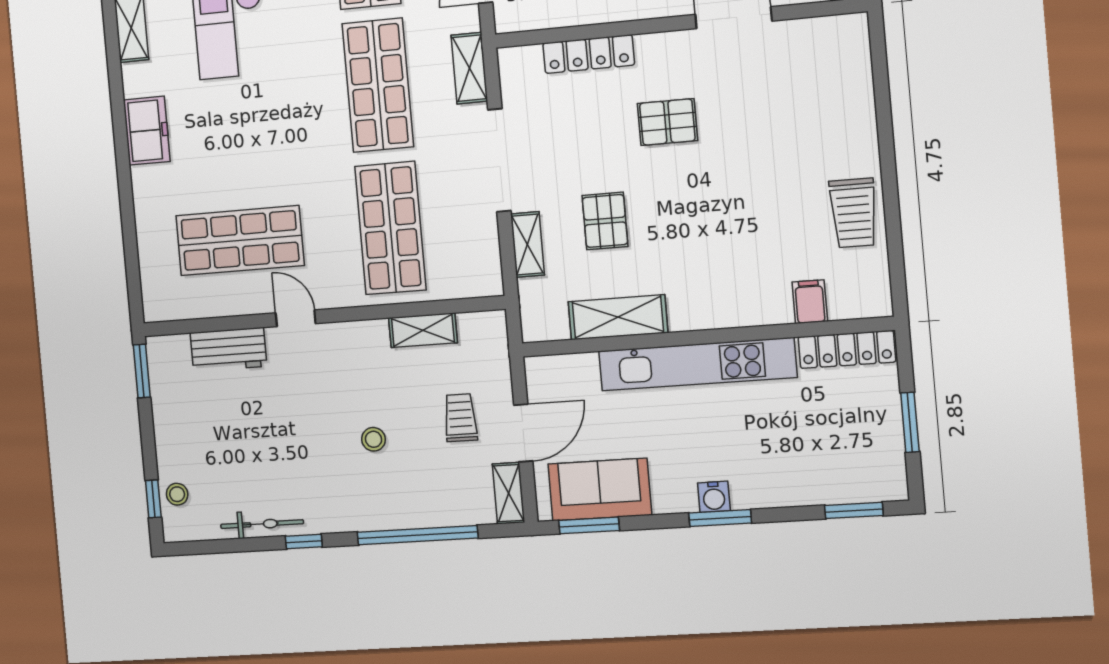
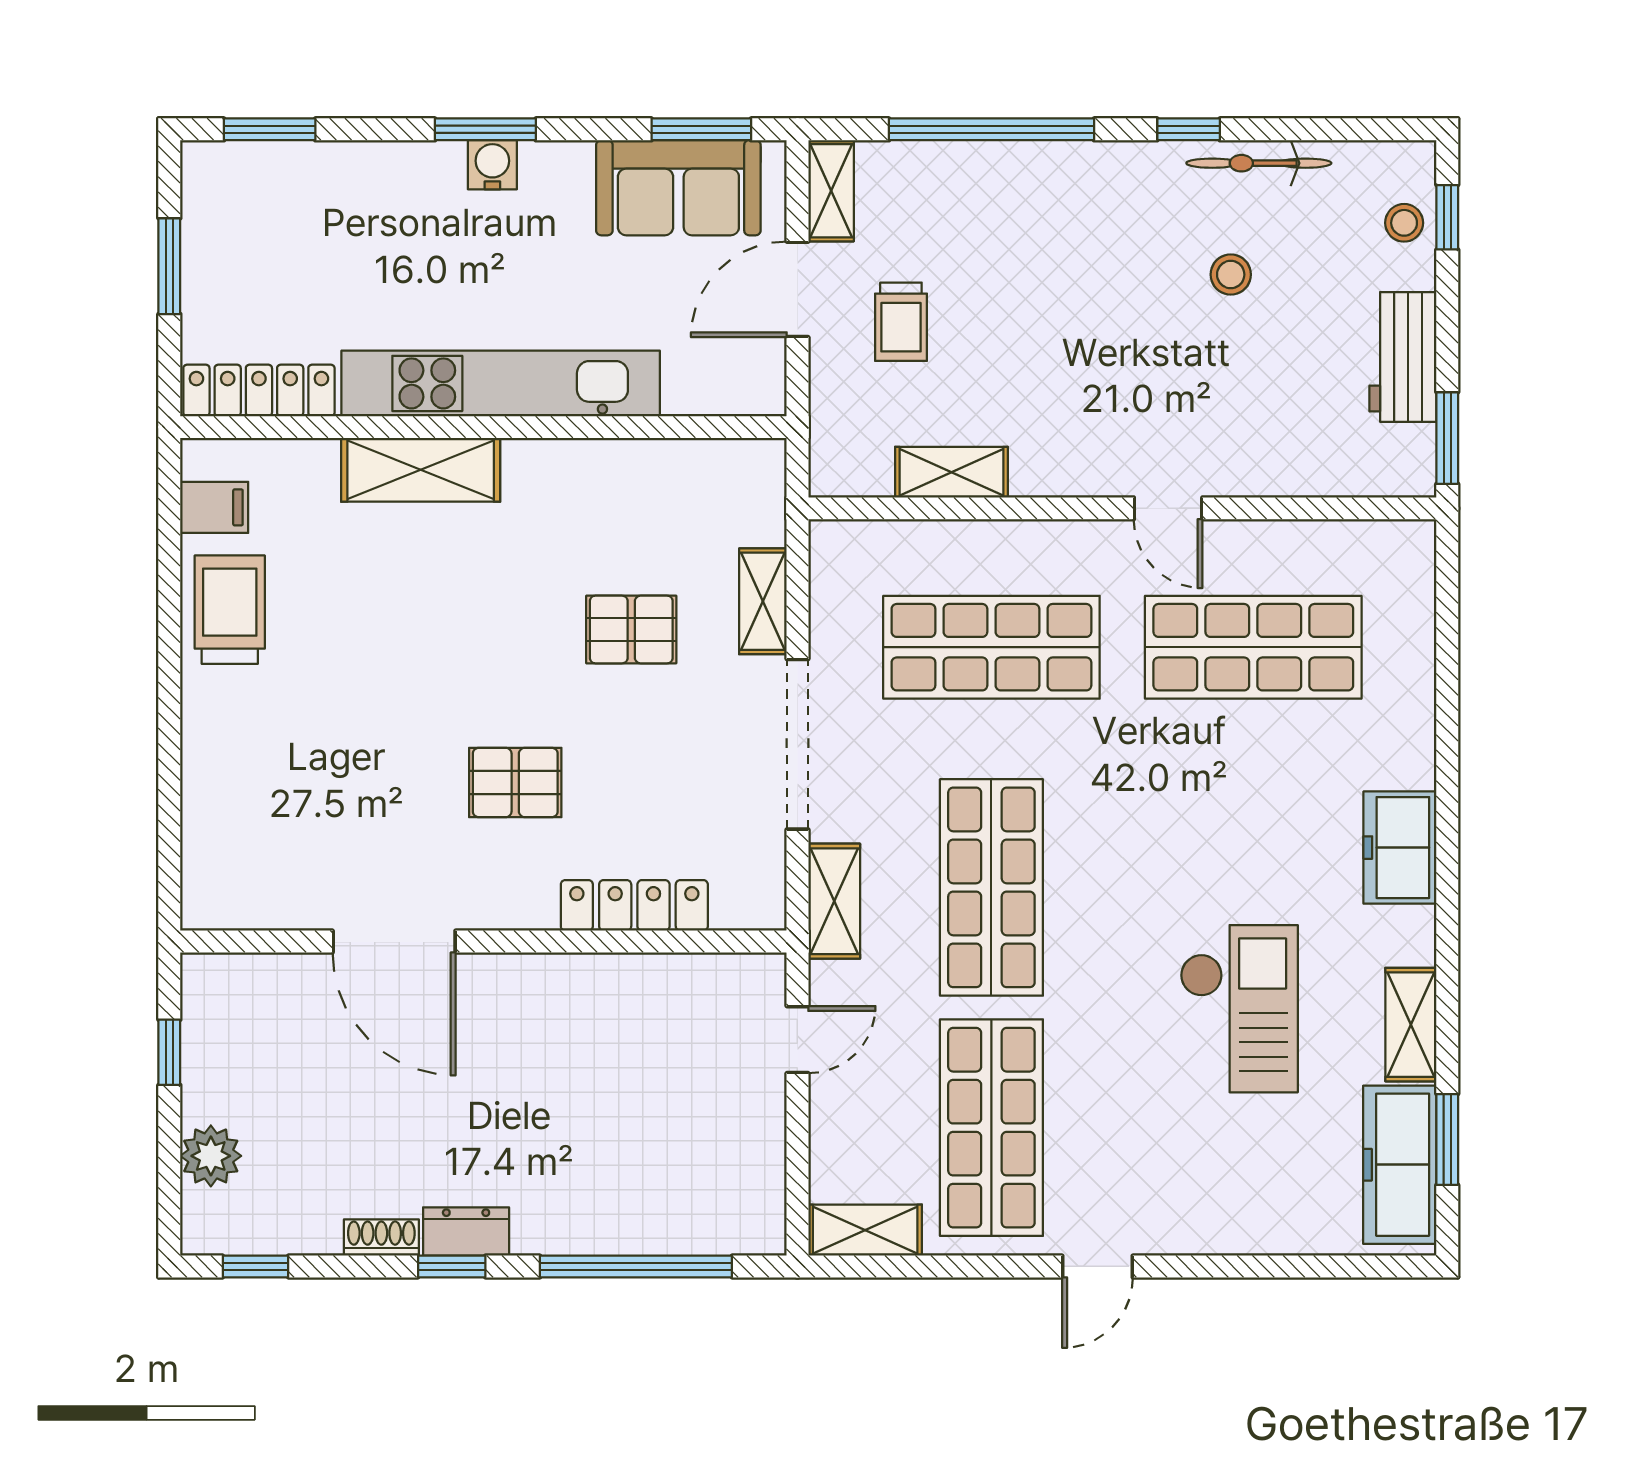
pallet: (605, 221) -> (631, 629), turned 90
shop shelf: (390, 228) -> (991, 647), turned 90
filing cabinet: (810, 302) -> (214, 507), moved, turned -90
shelving: (618, 317) -> (421, 470), moved
workbench: (228, 349) -> (1403, 357), moved, turned -90
stool: (373, 439) -> (1231, 275), moved

